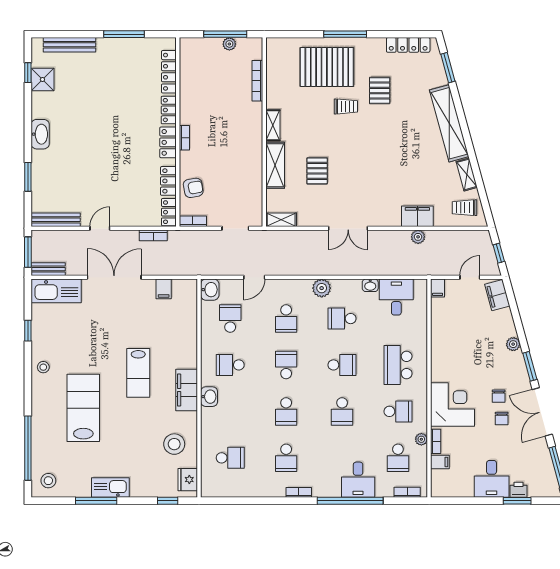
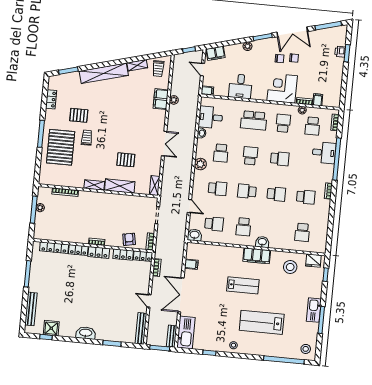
locker: (408, 45) -> (51, 99), width x0.66
school desk: (230, 319) -> (214, 224), turned 180
school desk: (230, 458) -> (302, 232), turned 180
school desk: (398, 458) -> (313, 126), turned 90
desk: (492, 479) -> (240, 86), moved, turned 90

